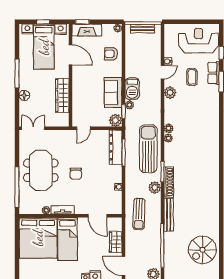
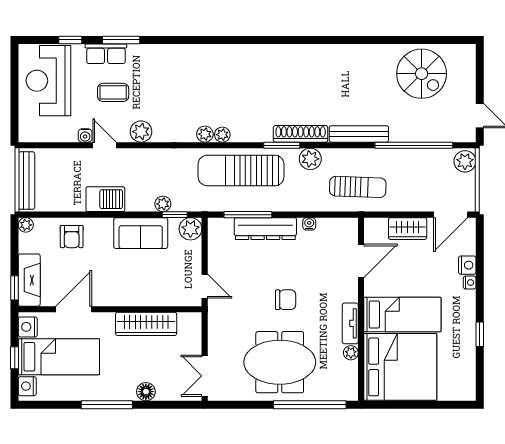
bench: (143, 28) -> (26, 181), width x1.36
barbecue: (132, 89) -> (105, 199), moved
dresser: (116, 147) -> (265, 229), moved

